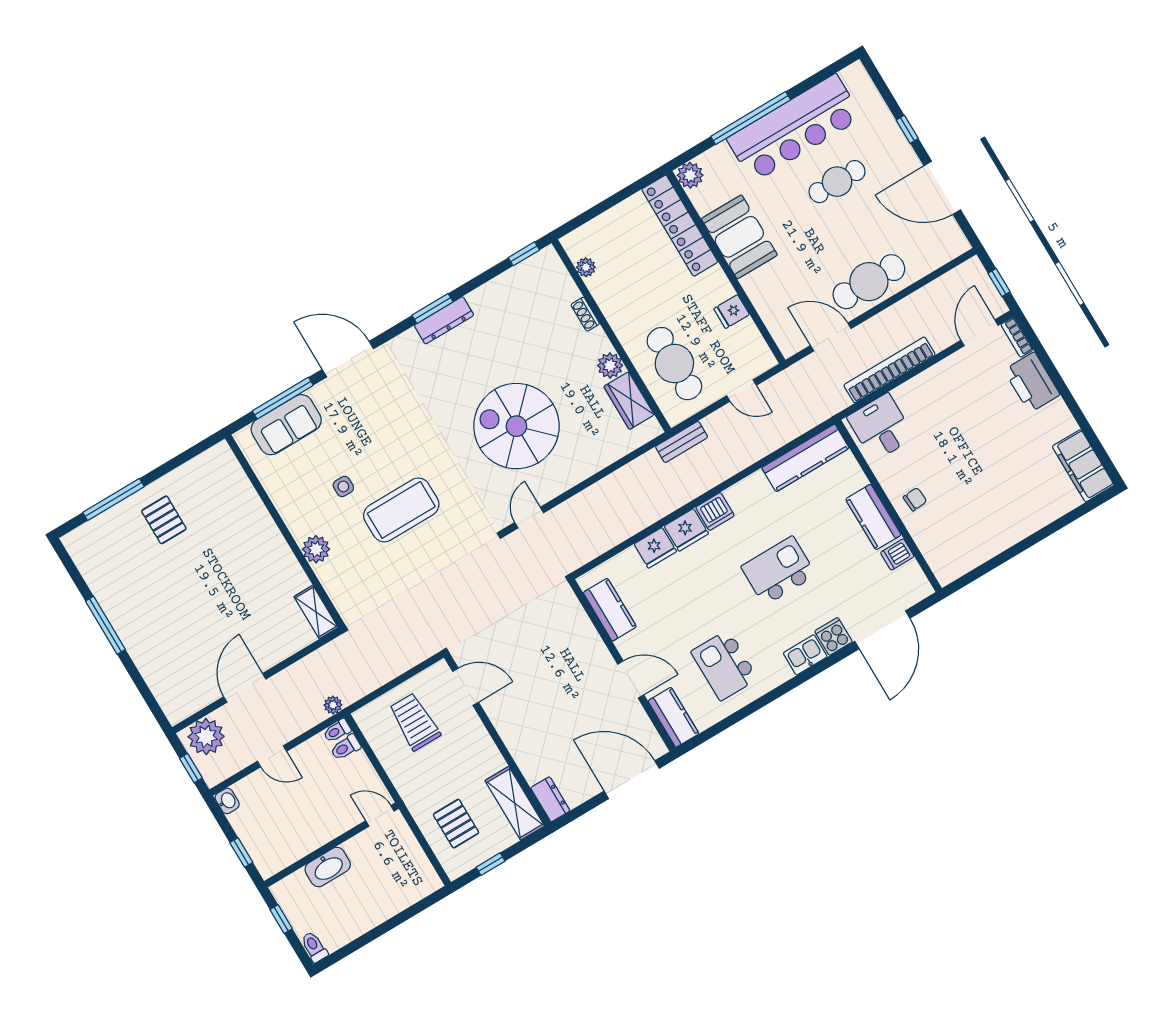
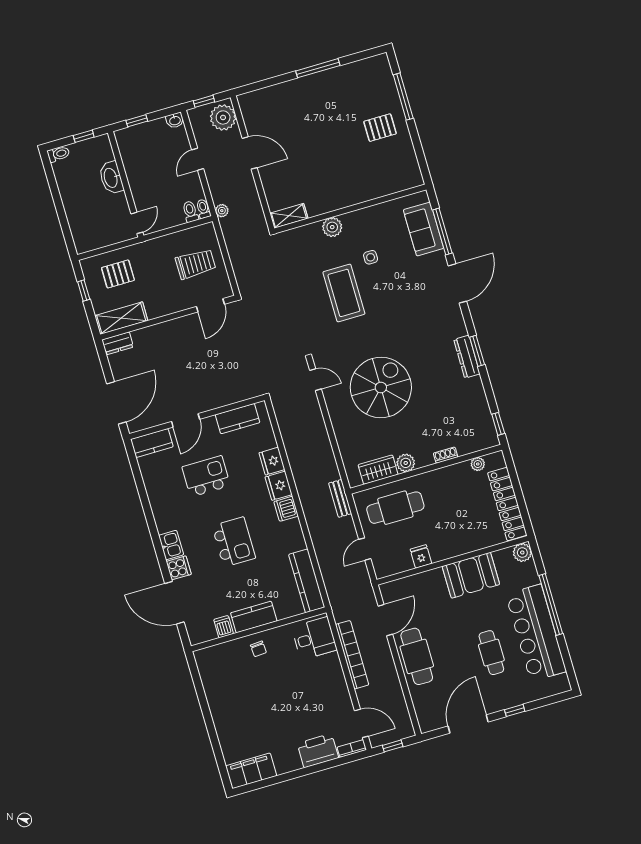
locker: (680, 226) -> (507, 504), moved, turned -90
kitchen island: (724, 665) -> (206, 476), moved

